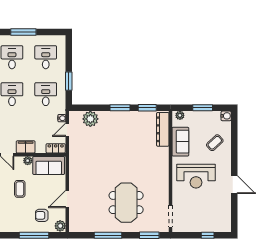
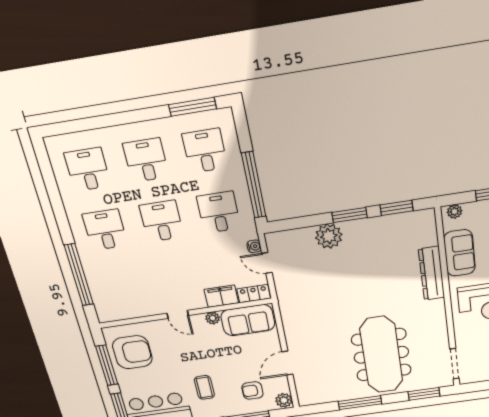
window: (23, 32) -> (193, 107), moved
window: (69, 81) -> (254, 185), width x2.11
plant: (90, 119) -> (329, 236), moved
dresser: (163, 129) -> (432, 273), moved
door: (67, 130) -> (267, 263), hinge flipped
filing cabinet: (26, 147) -> (221, 296), moved
coffee table: (20, 189) -> (204, 387), moved
meeting table: (126, 203) -> (381, 355), width x1.36

